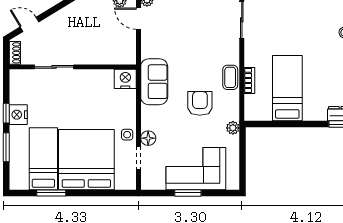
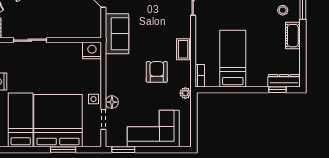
bookcase: (249, 80) -> (200, 76), moved
sofa: (154, 82) -> (117, 34), moved
window: (51, 193) -> (63, 150), moved
window: (188, 193) -> (123, 150), moved

